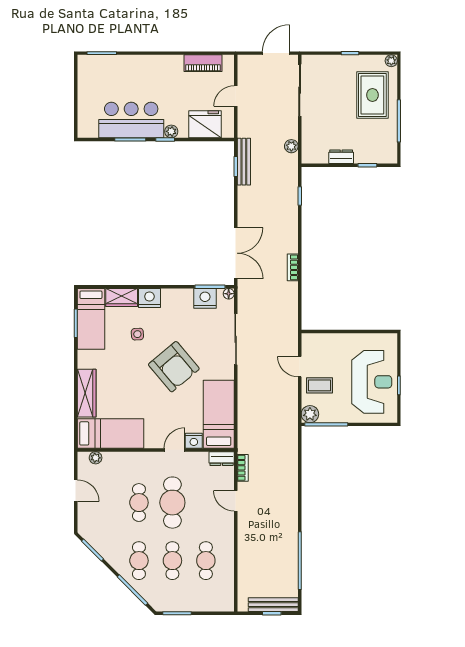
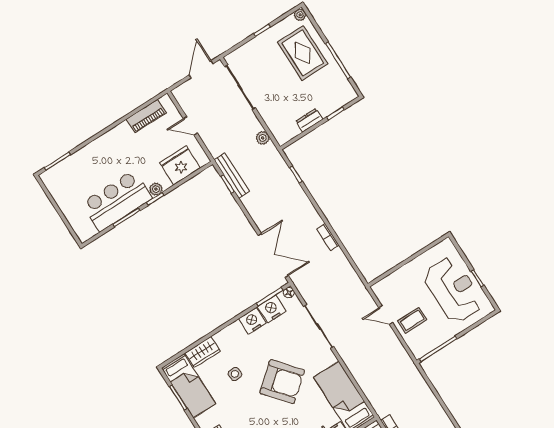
door: (236, 96) -> (190, 126), hinge flipped
nightstand: (149, 298) -> (252, 321), moved
plant: (310, 414) -> (419, 349), removed

